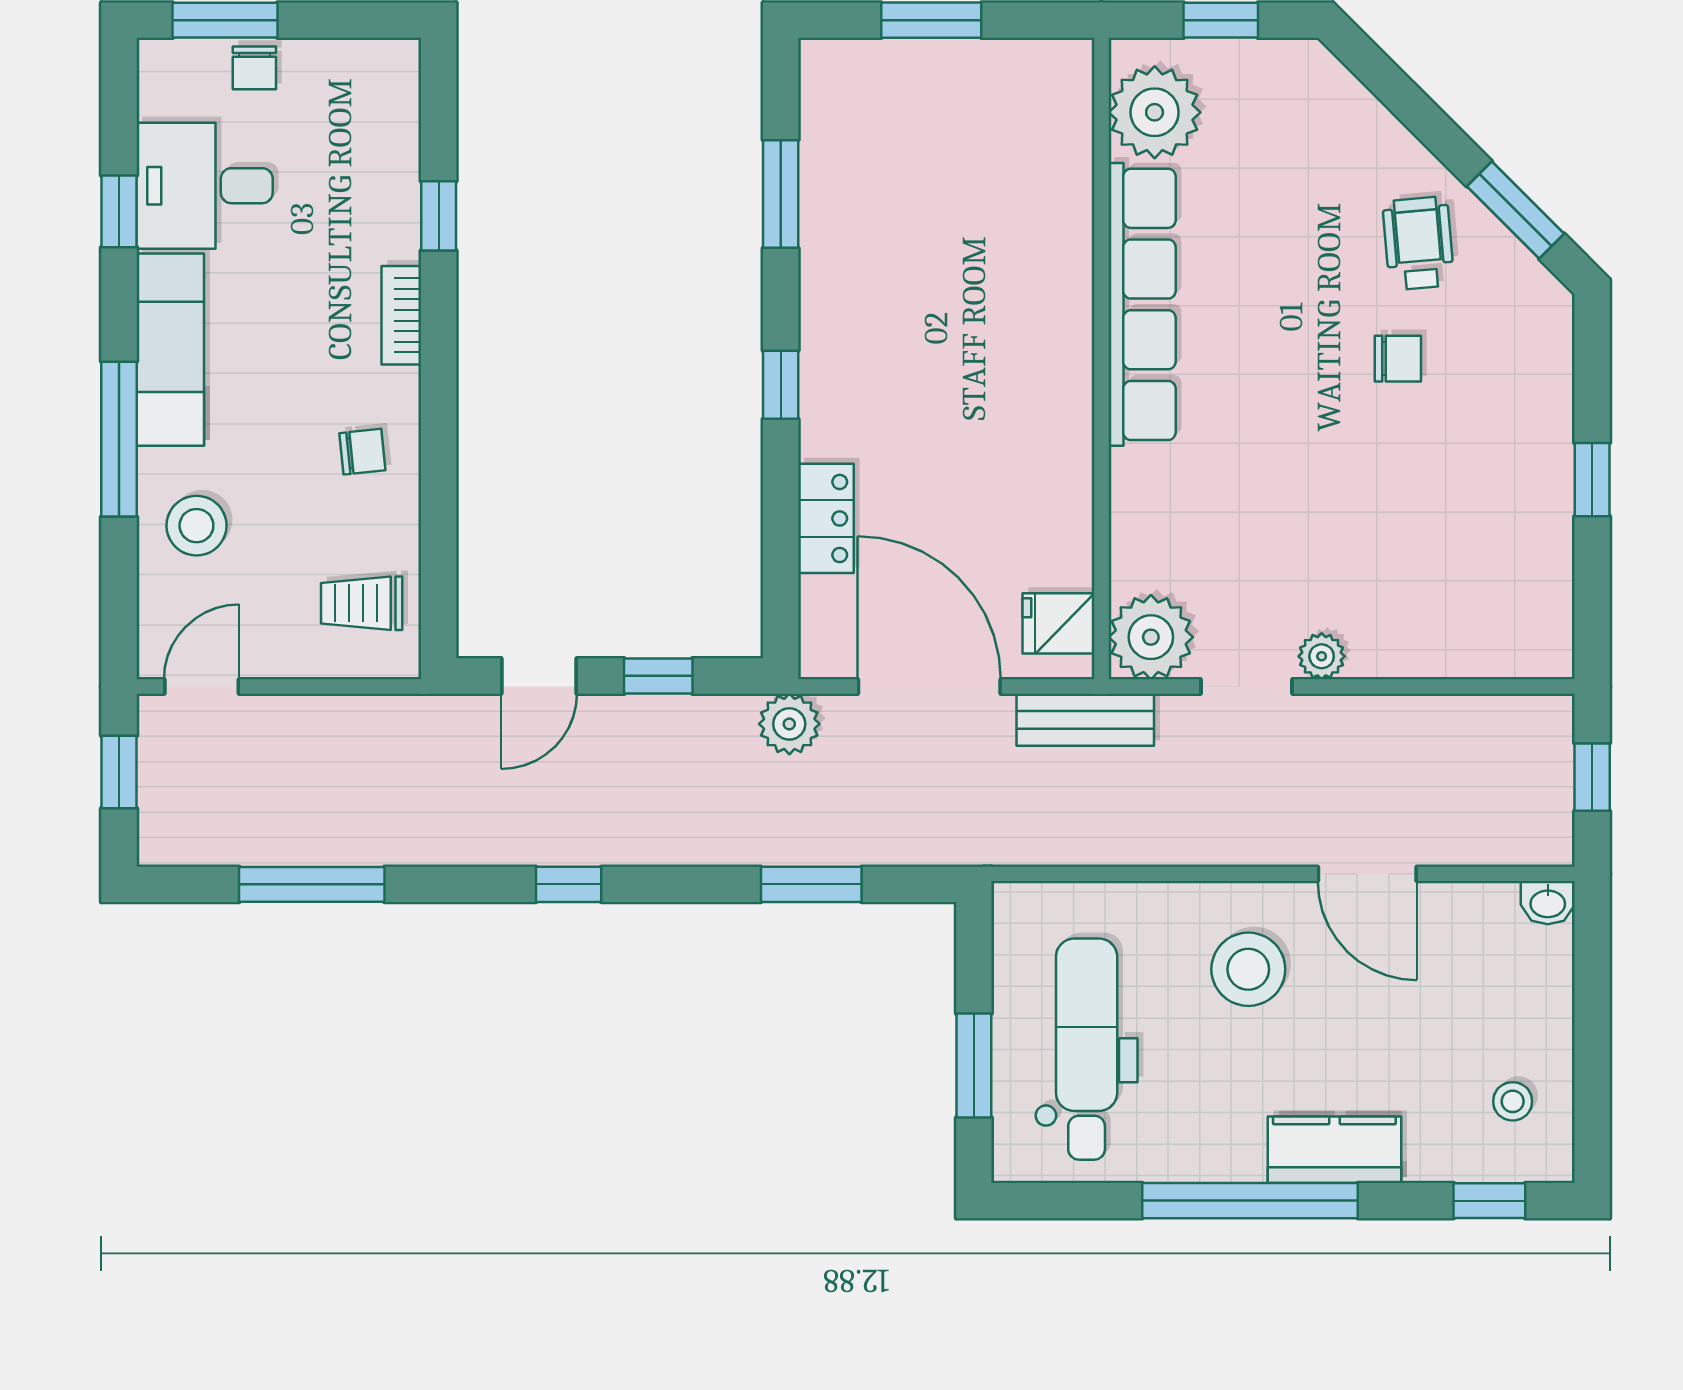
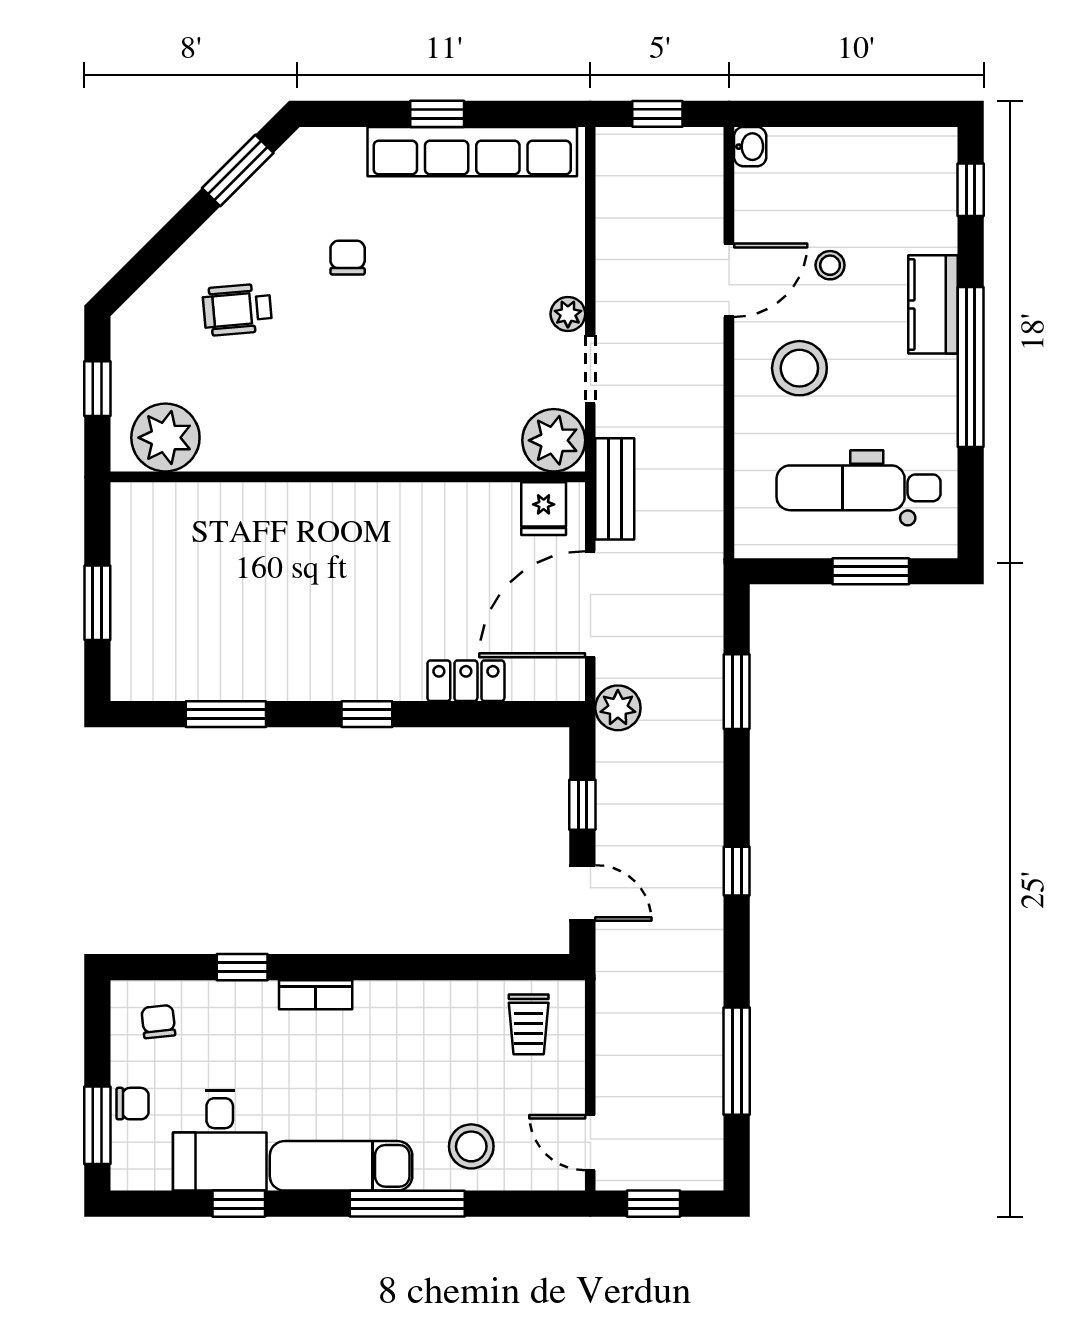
wheelchair: (1418, 243) -> (237, 310), moved
row of seats: (1142, 304) -> (472, 152), moved, turned 180
chair: (362, 452) -> (158, 1022), moved
stool: (1513, 1101) -> (830, 265), moved

